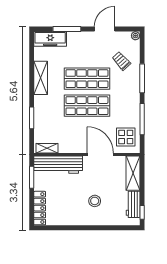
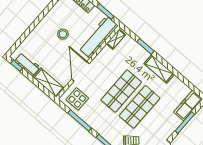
shelving: (41, 78) -> (159, 69), moved
door: (100, 154) -> (80, 71), swing flipped
stool: (95, 201) -> (63, 34), moved

